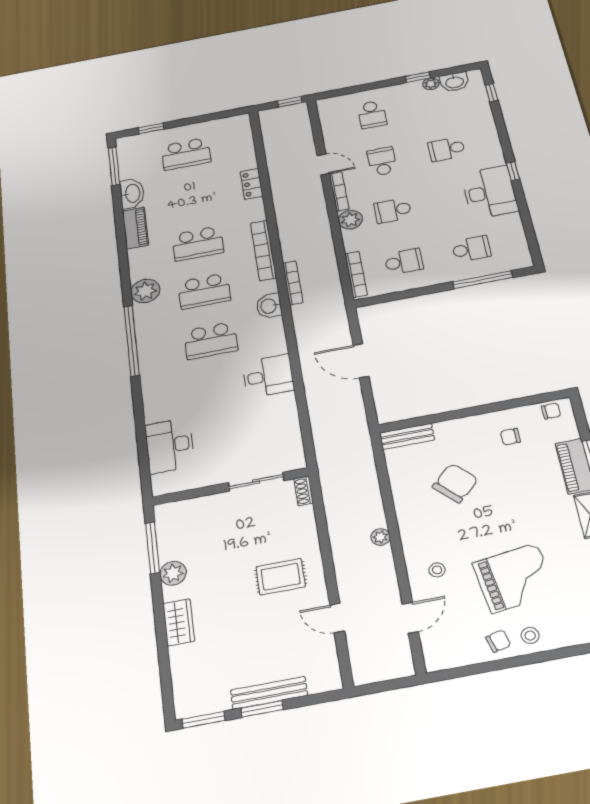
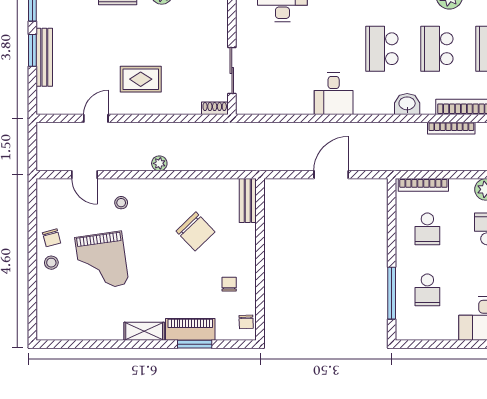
bookcase: (293, 283) -> (451, 128), moved
rug: (281, 577) -> (141, 79), turned 90

